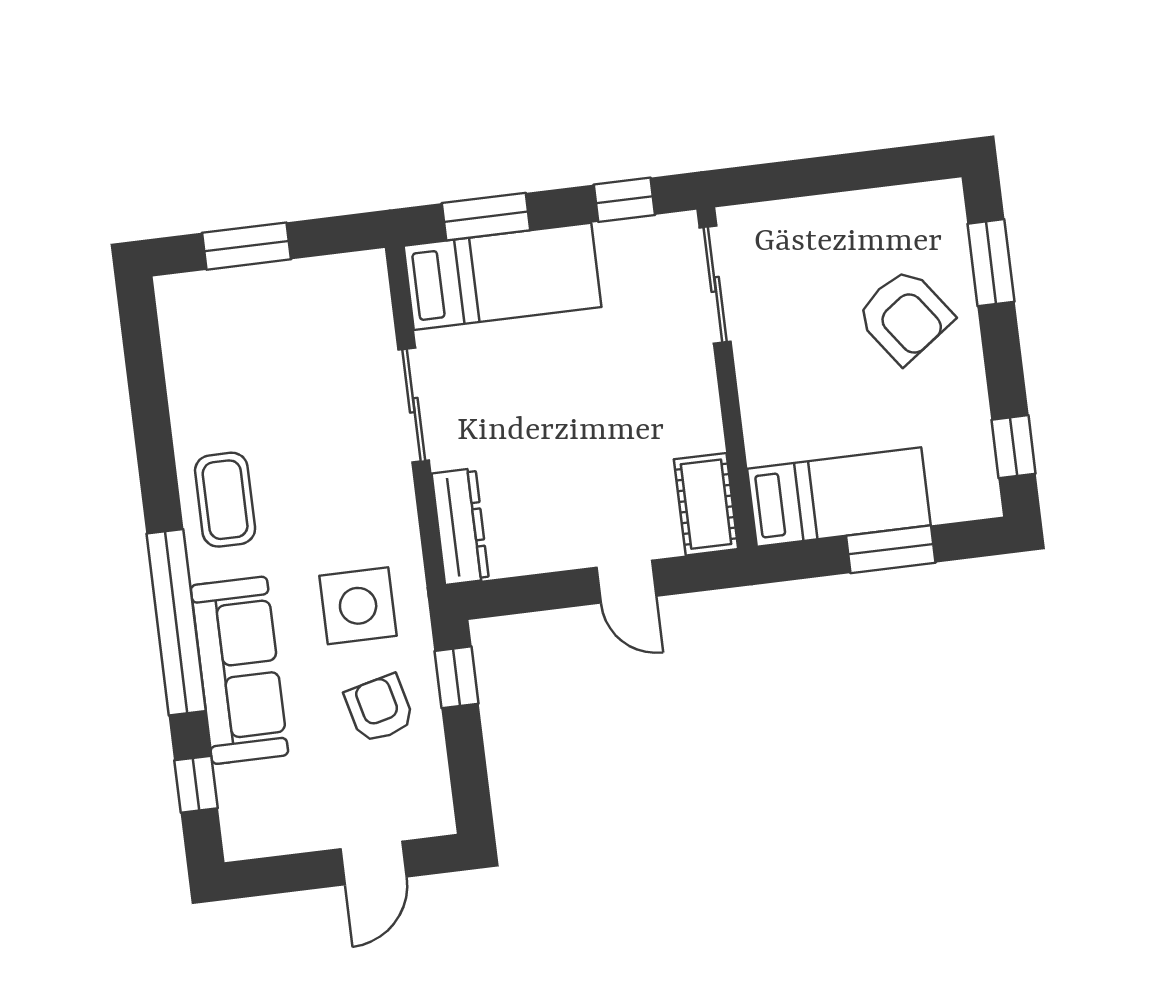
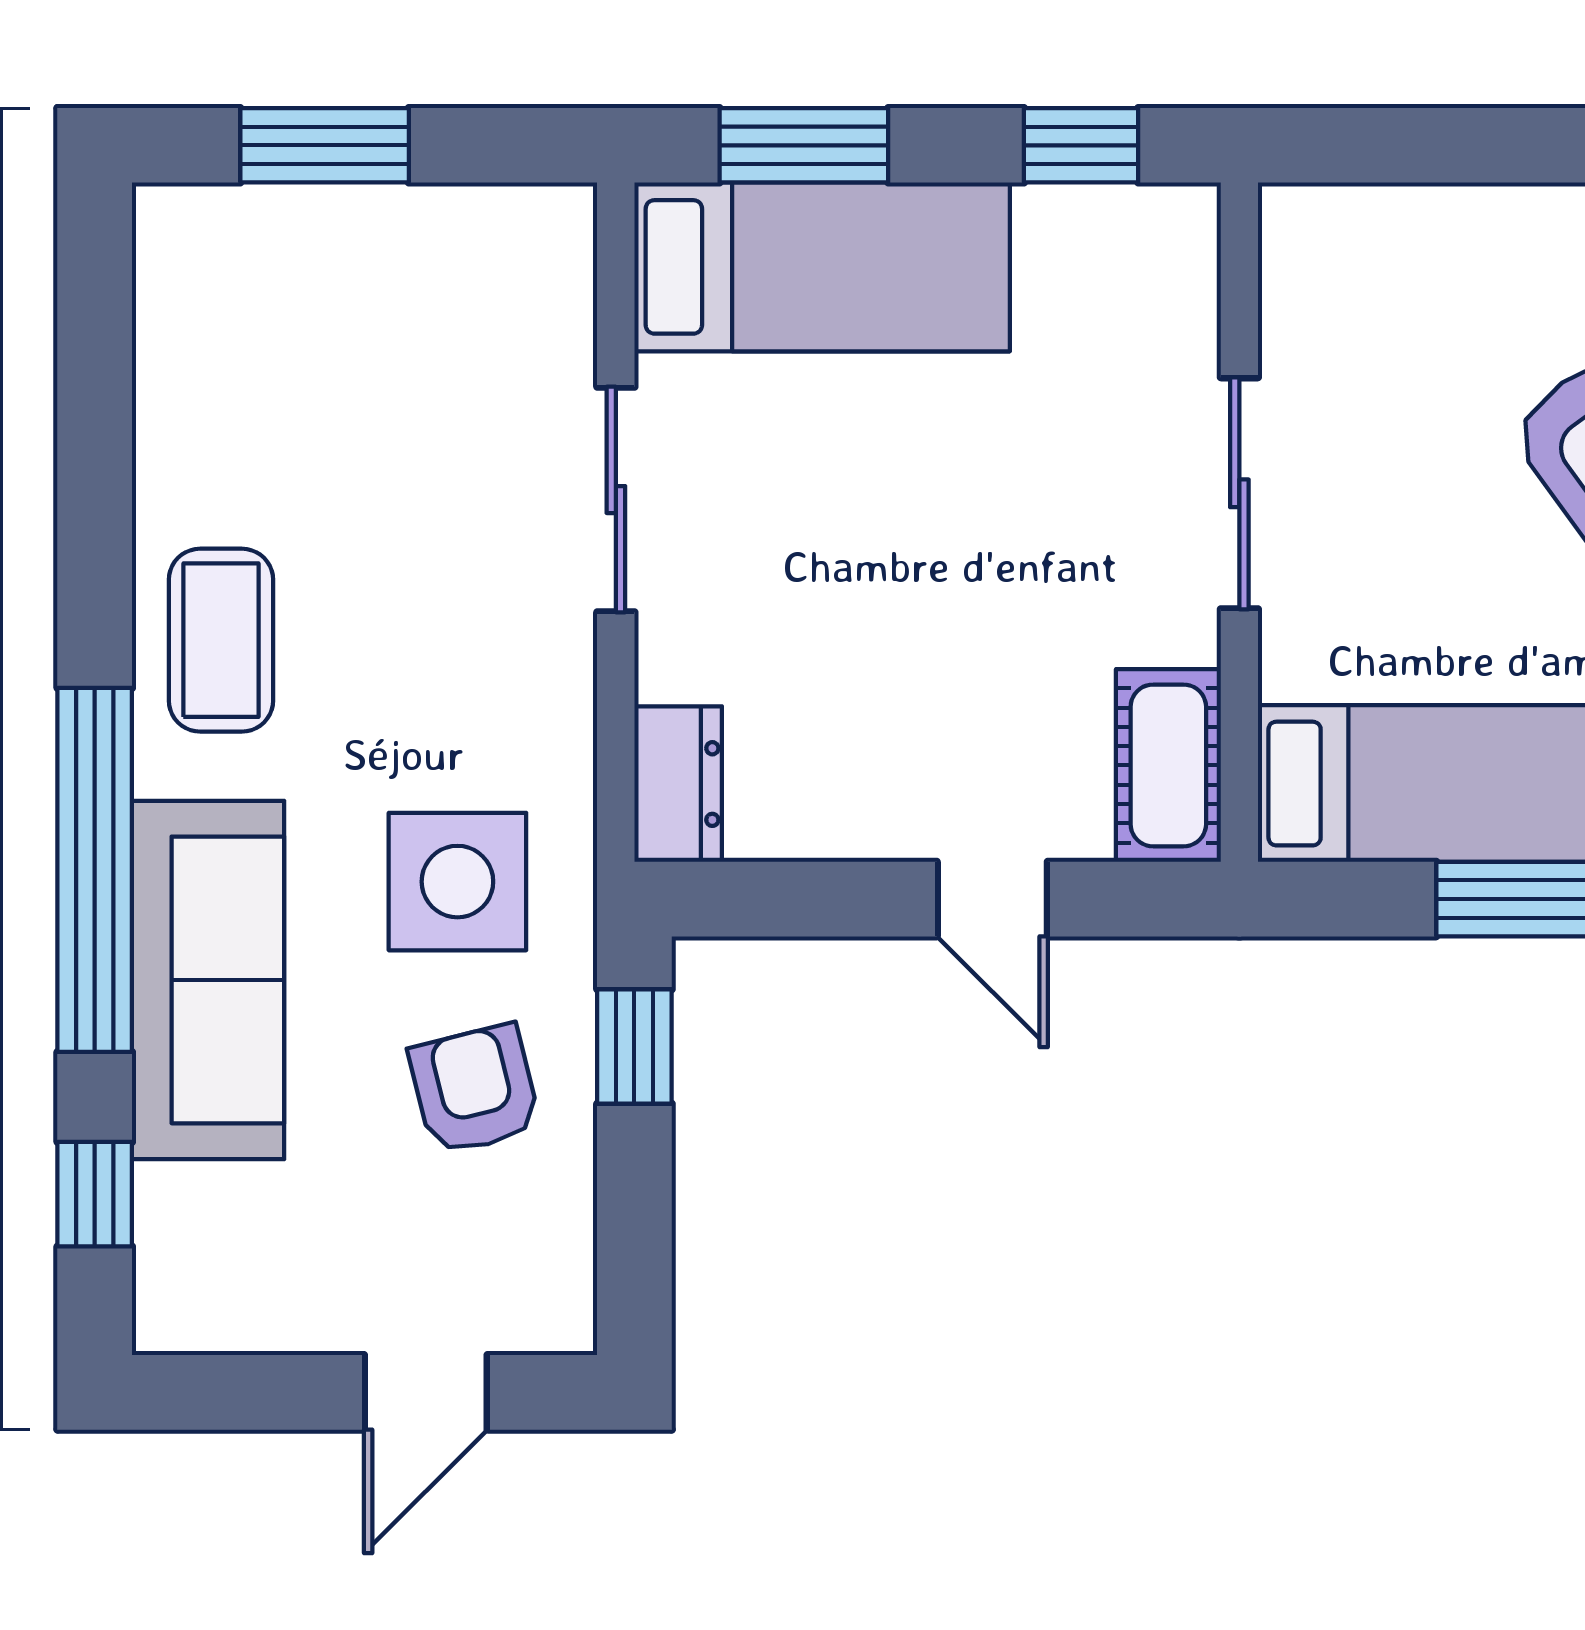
sliding door: (715, 284) -> (1239, 493), moved
dresser: (460, 527) -> (678, 784), width x0.70

